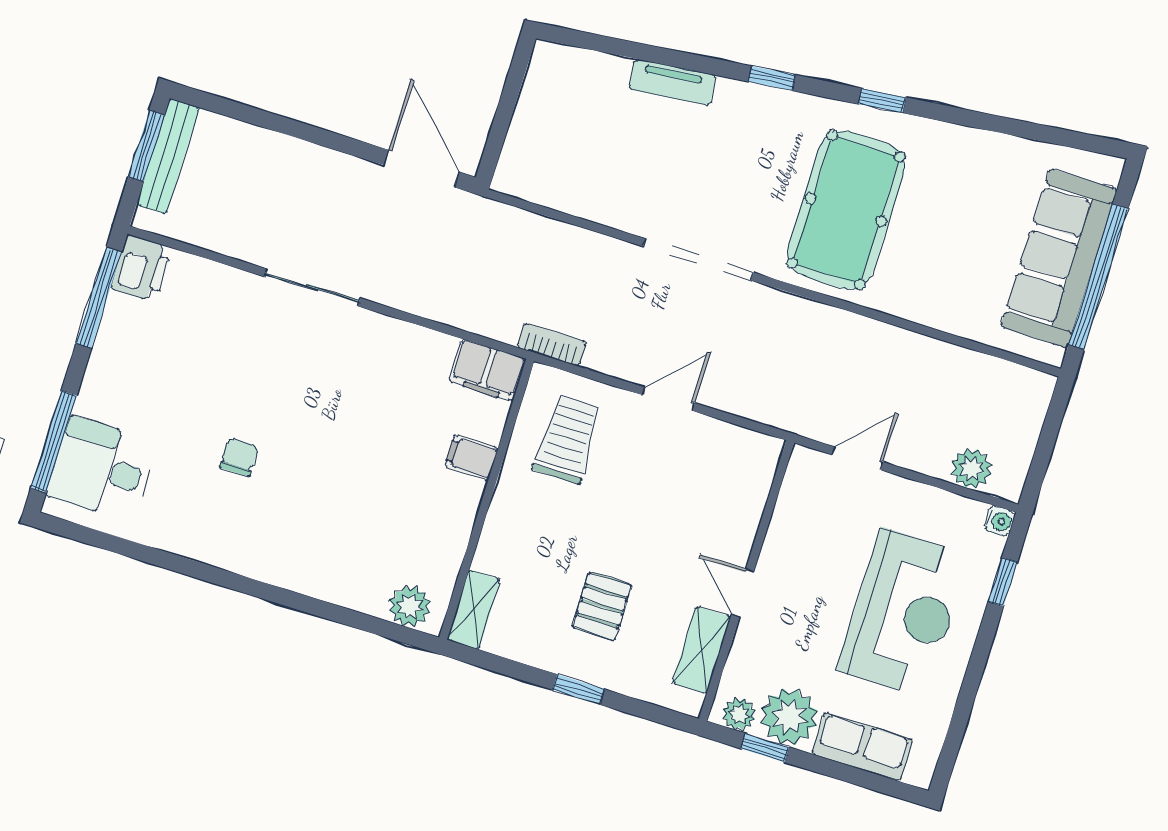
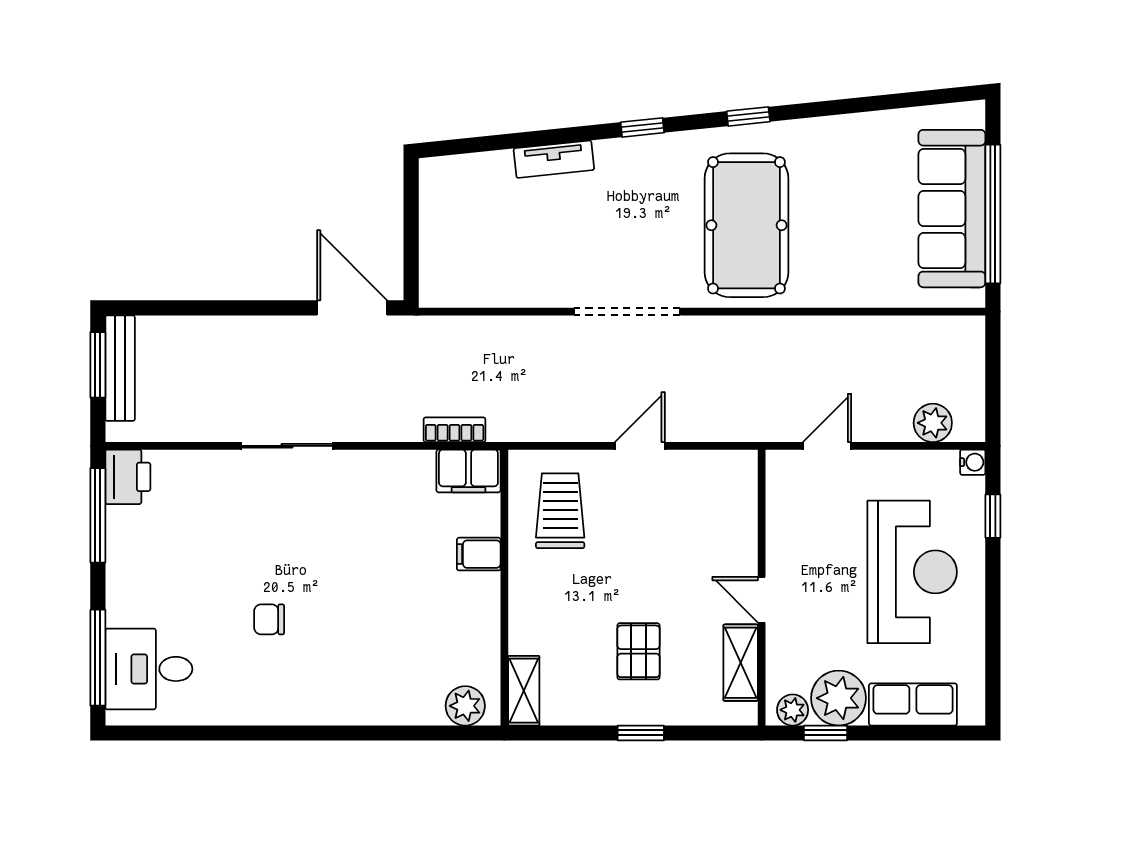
bookcase: (552, 345) -> (455, 430), moved
chair: (239, 457) -> (269, 619), turned -90

